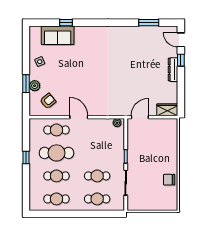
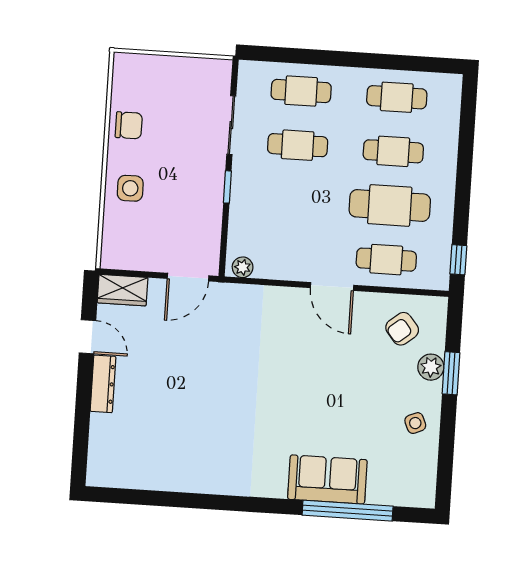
window: (66, 23) -> (348, 511), width x3.17
window: (149, 23) -> (153, 498), removed
sofa: (58, 35) -> (327, 479), moved
door: (181, 40) -> (87, 337), moved
window: (181, 60) -> (83, 405), removed
side table: (167, 153) -> (130, 188), added
window: (26, 158) -> (458, 260), moved

